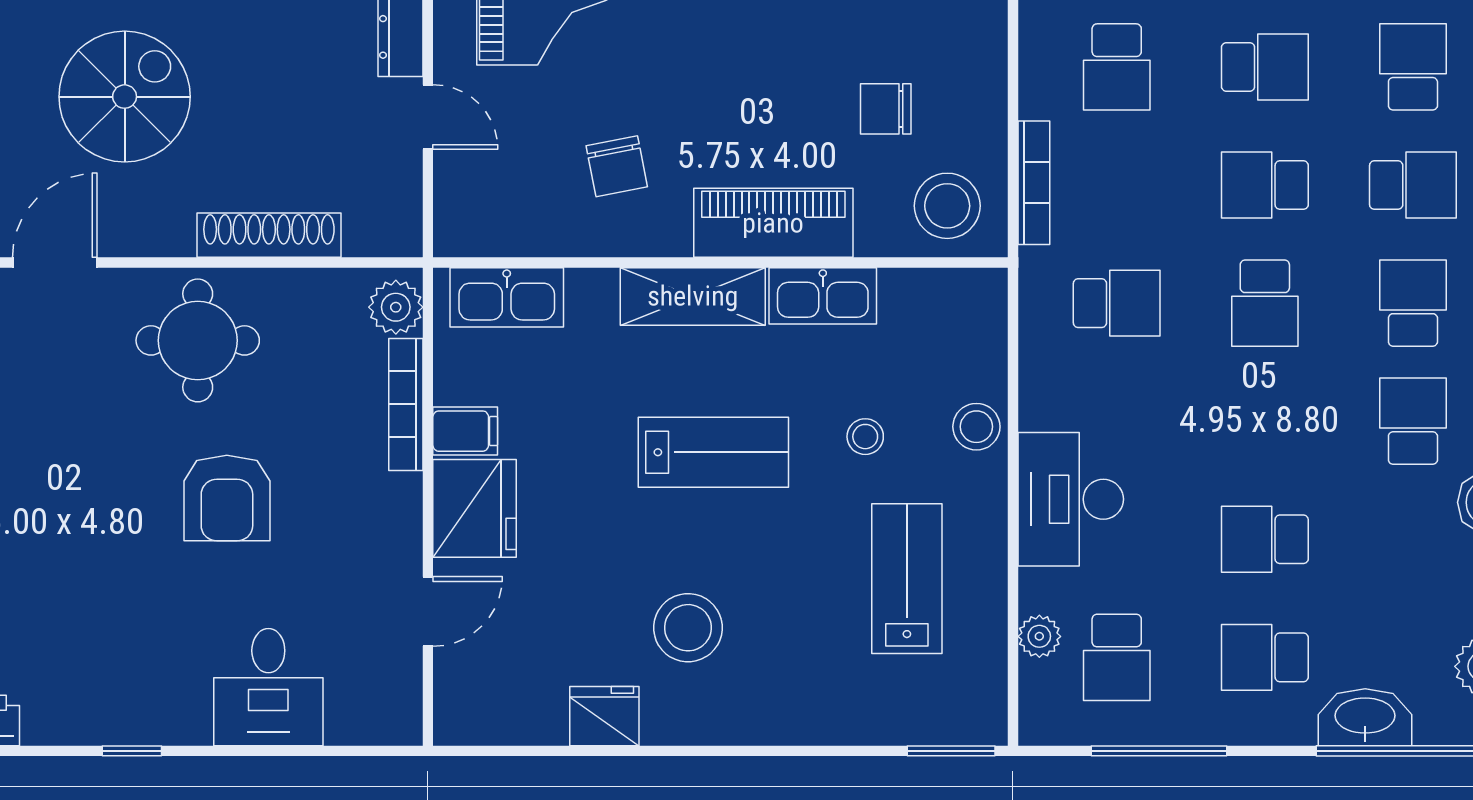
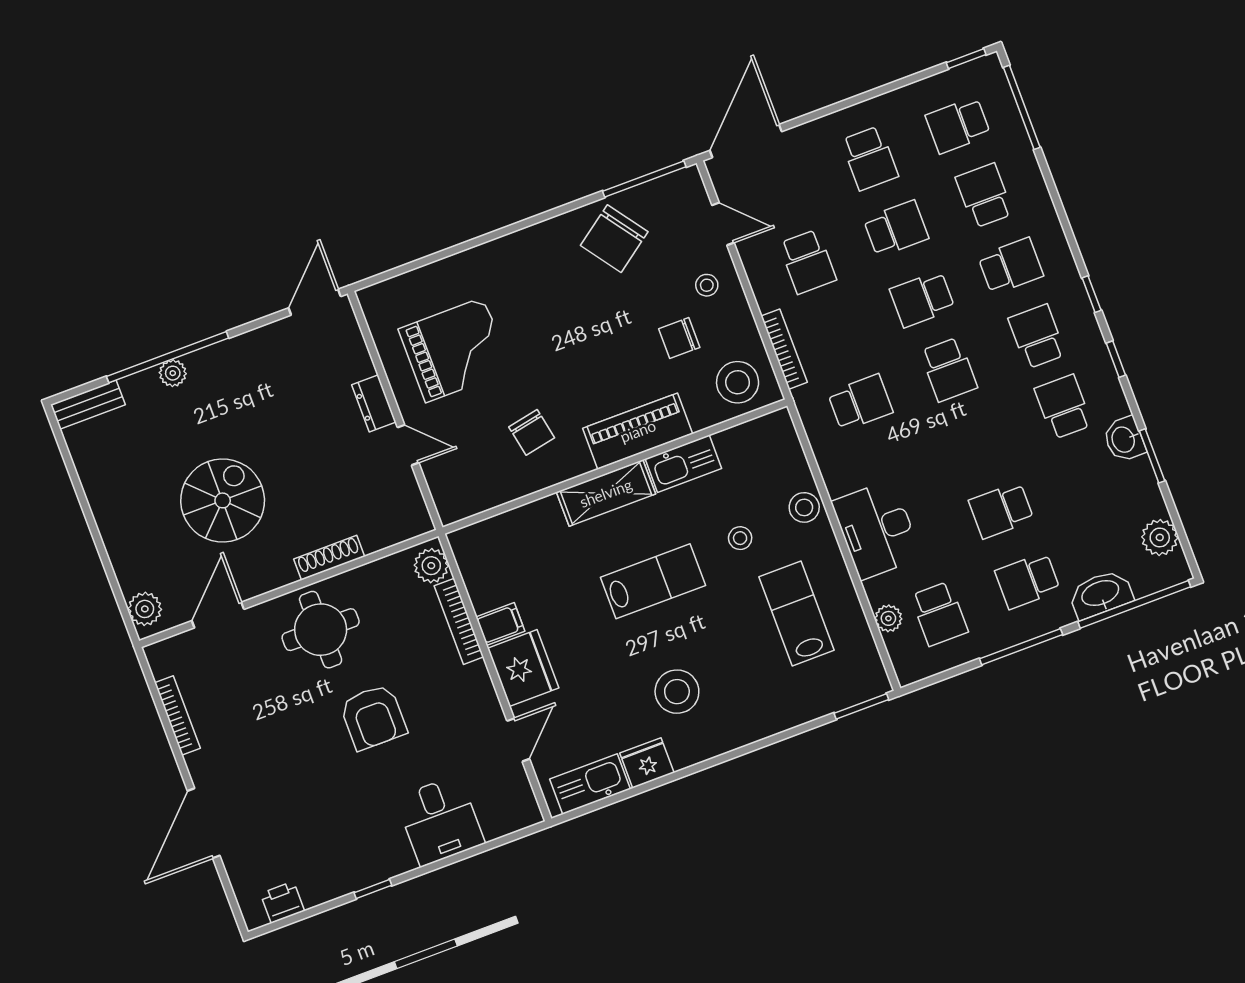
stool: (955, 46) -> (707, 285), added
shoe rack: (269, 235) -> (329, 558), width x0.74, depth x0.81
kitchen sink: (507, 297) -> (590, 784), moved, turned 180
window: (1159, 751) -> (1021, 647), moved

